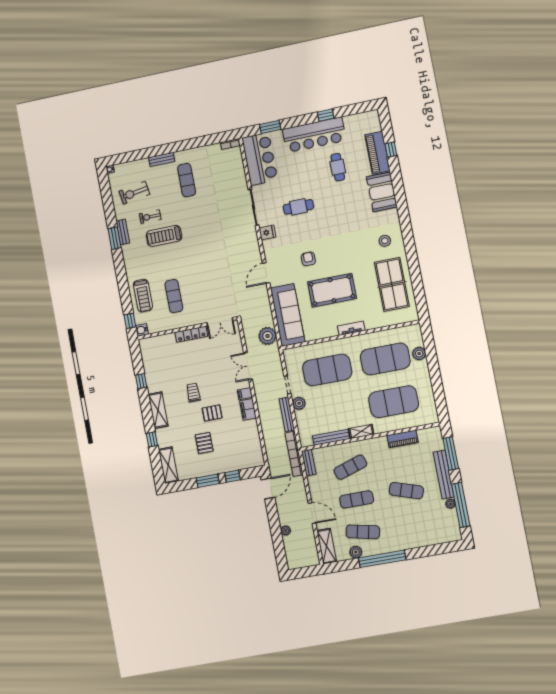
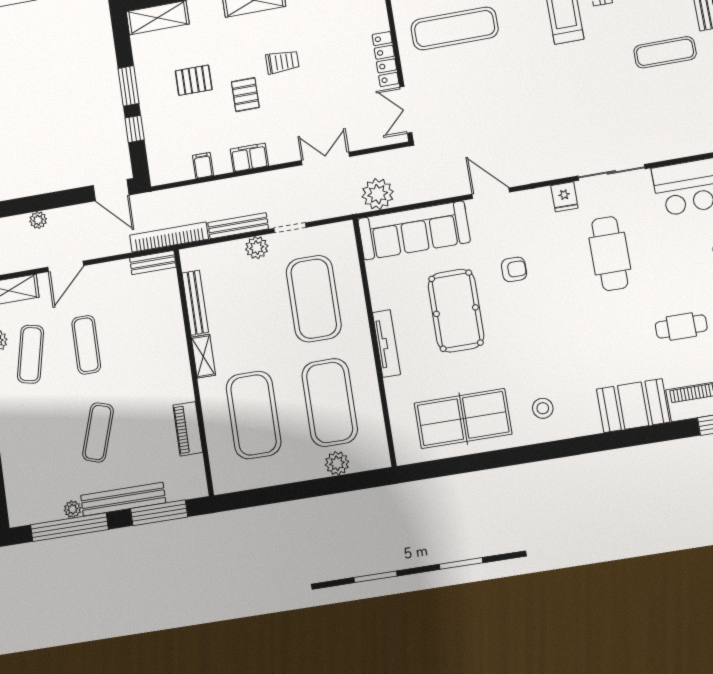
cafe table: (298, 207) -> (610, 254), width x1.37, depth x1.35
exercise mat: (174, 296) -> (455, 29), width x1.36, depth x1.45
tv unit: (351, 328) -> (386, 343), width x1.41
filing cabinet: (245, 394) -> (203, 165), moved
exercise mat: (350, 467) -> (142, 335), removed

